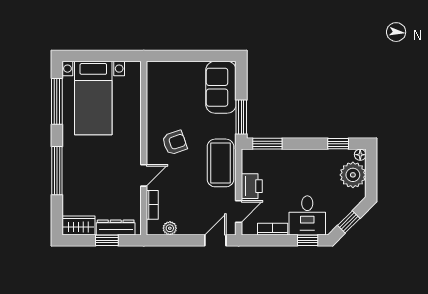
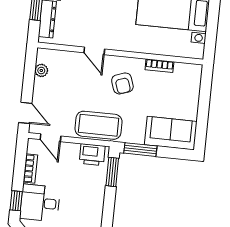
printer: (252, 186) -> (92, 155), moved
bookcase: (152, 205) -> (159, 66), moved

